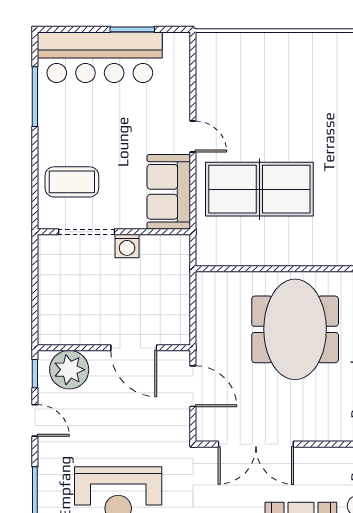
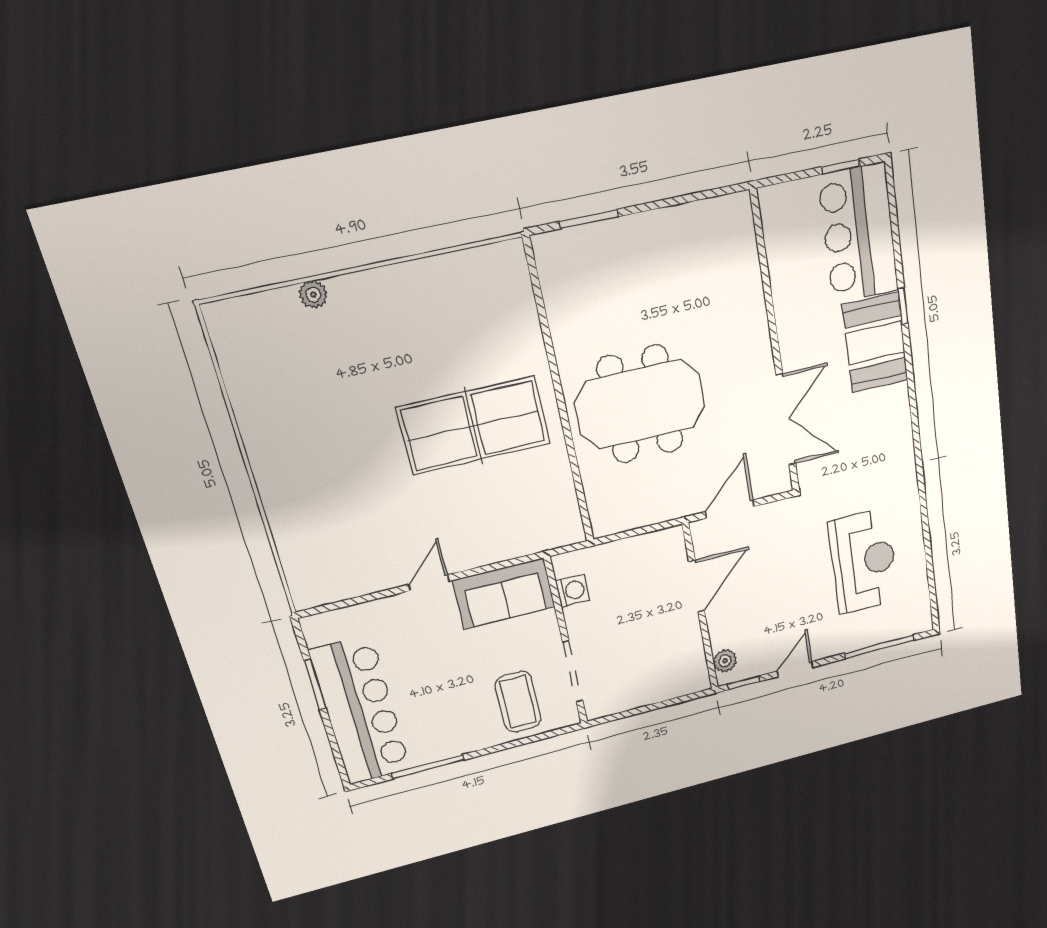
table tennis table: (259, 189) -> (474, 426), moved, turned 90
washing machine: (127, 246) -> (572, 591), moved
plant: (69, 370) -> (725, 661), width x0.53, depth x0.53

